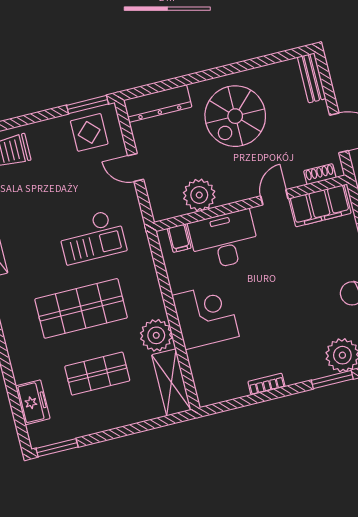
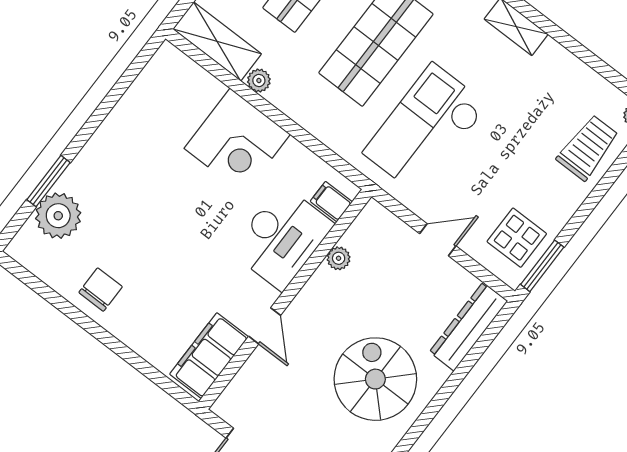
shoe rack: (320, 174) -> (236, 389), removed
plant: (199, 195) -> (339, 258), width x0.53, depth x0.53
checkout: (92, 237) -> (425, 129), width x1.36, depth x1.21
plant: (156, 335) -> (259, 81), width x0.53, depth x0.53
bookcase: (266, 384) -> (114, 120), removed

